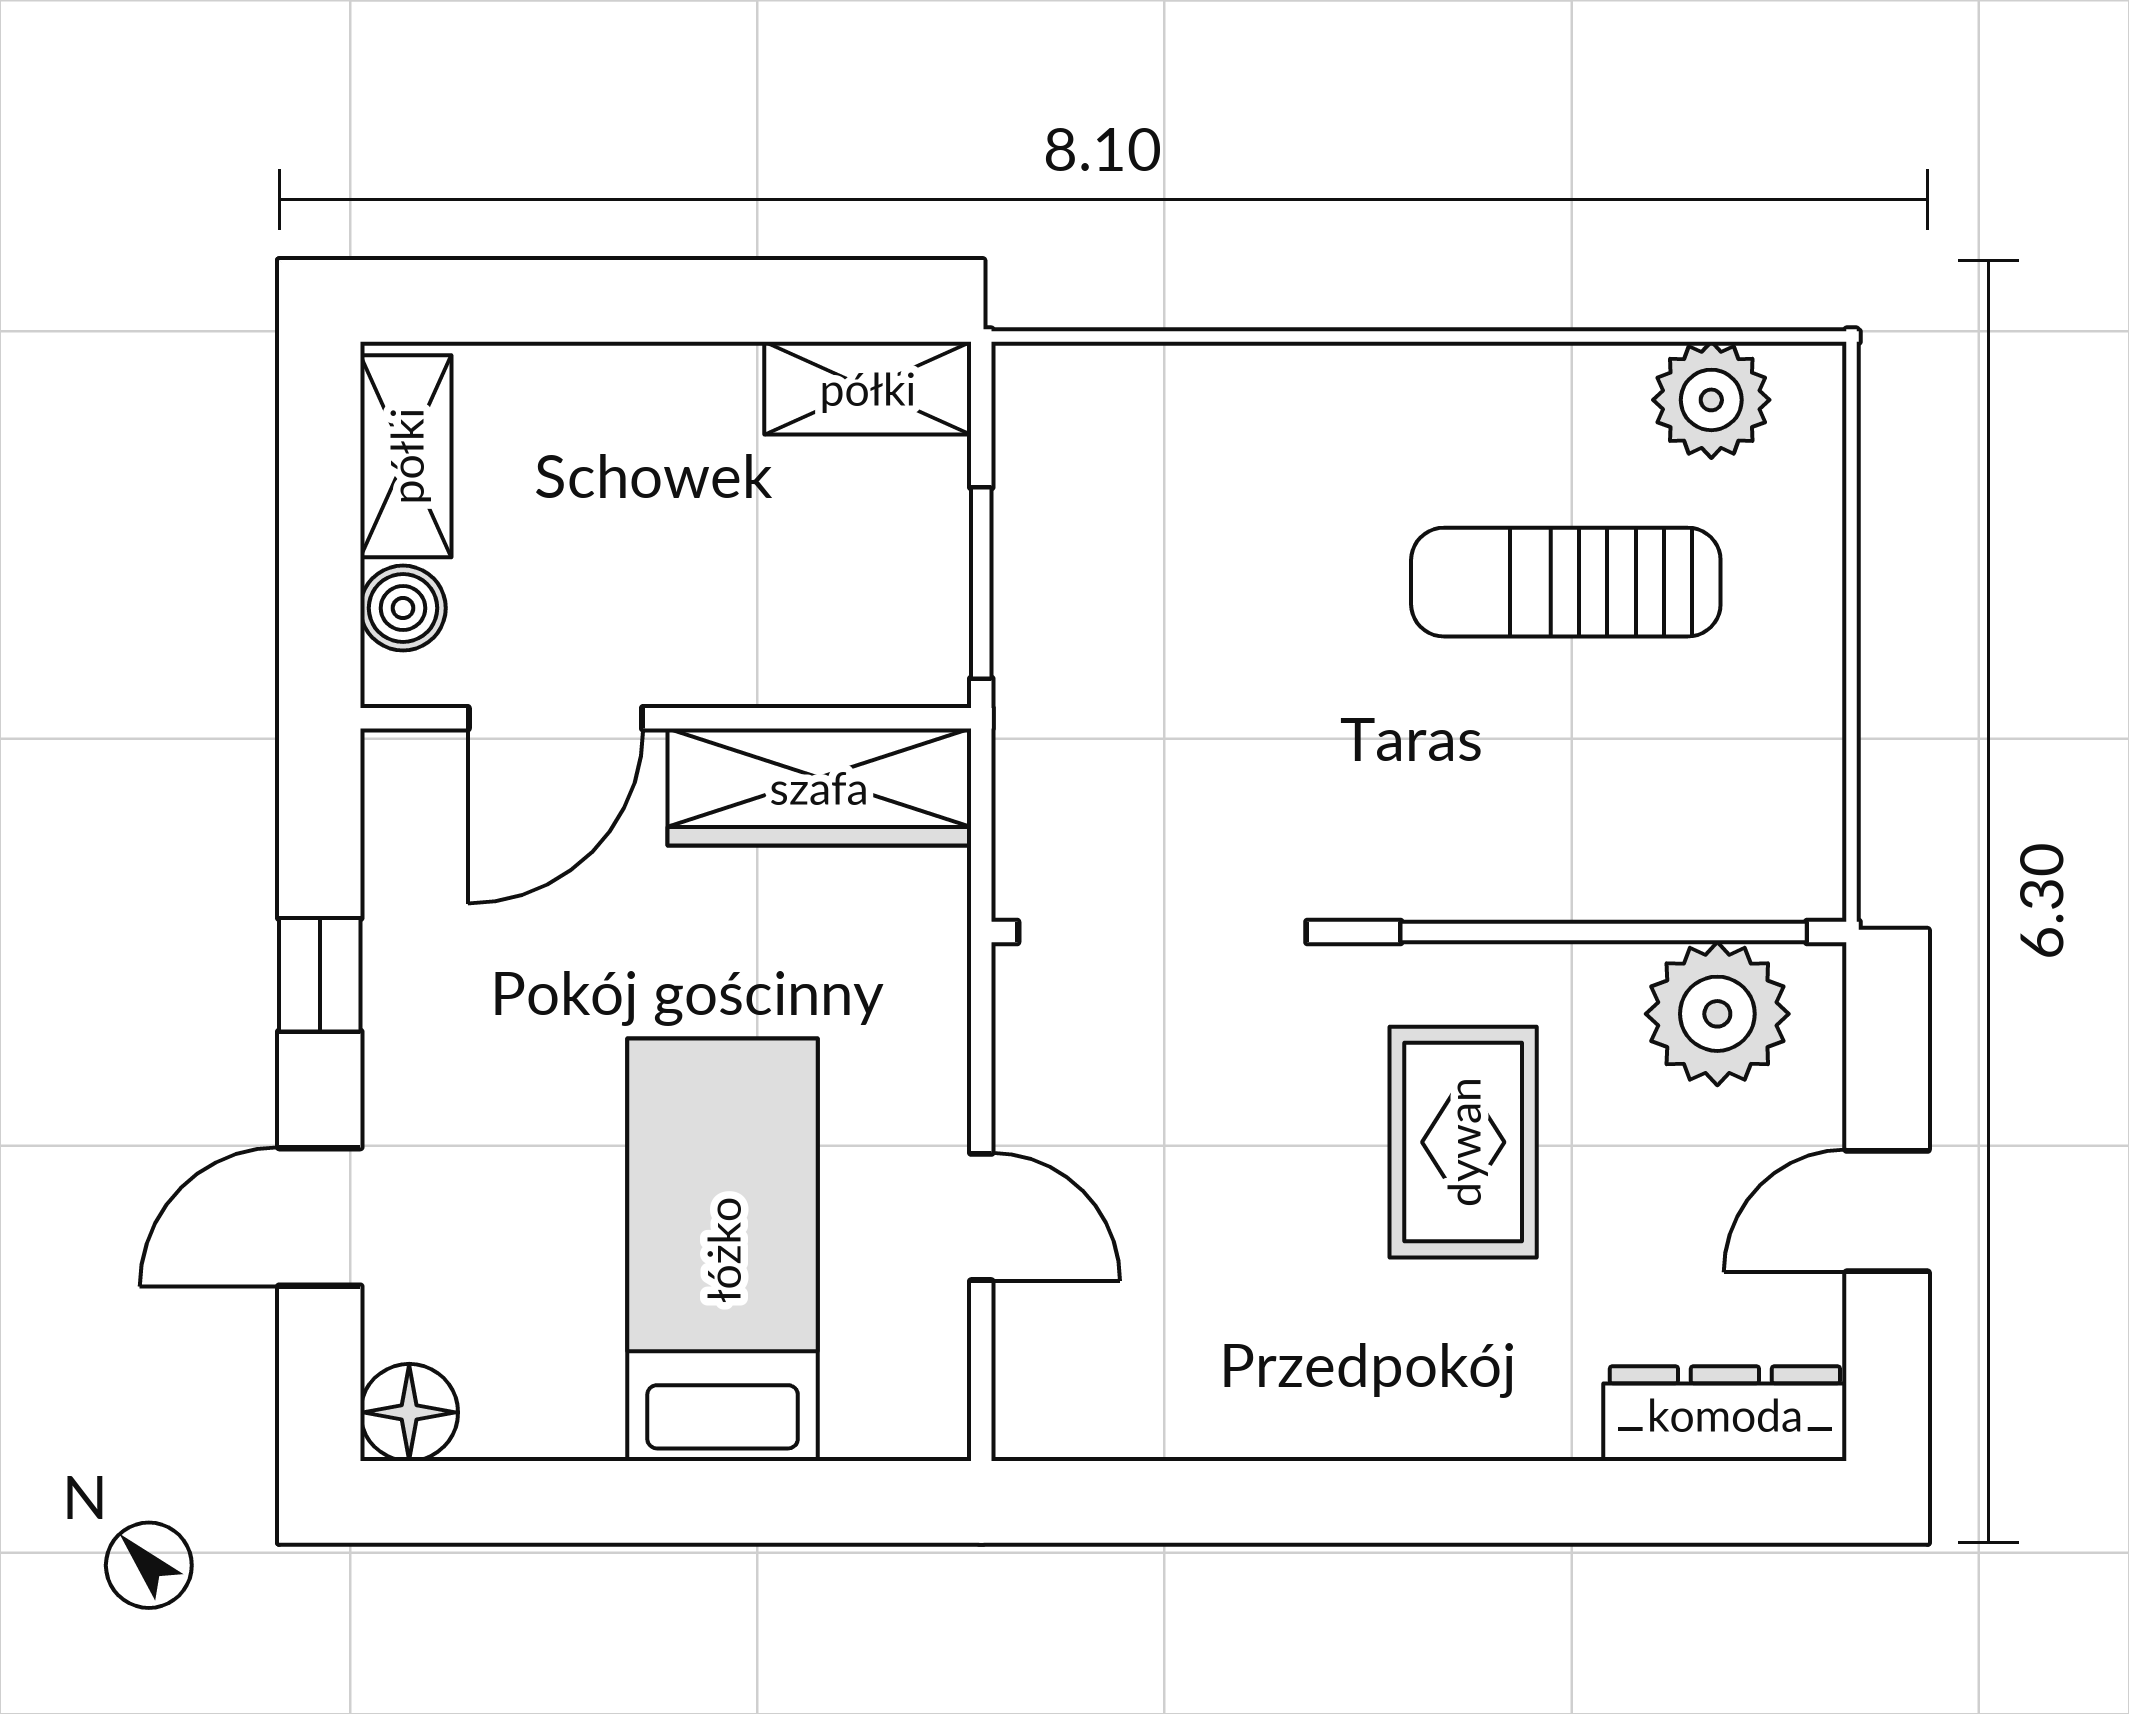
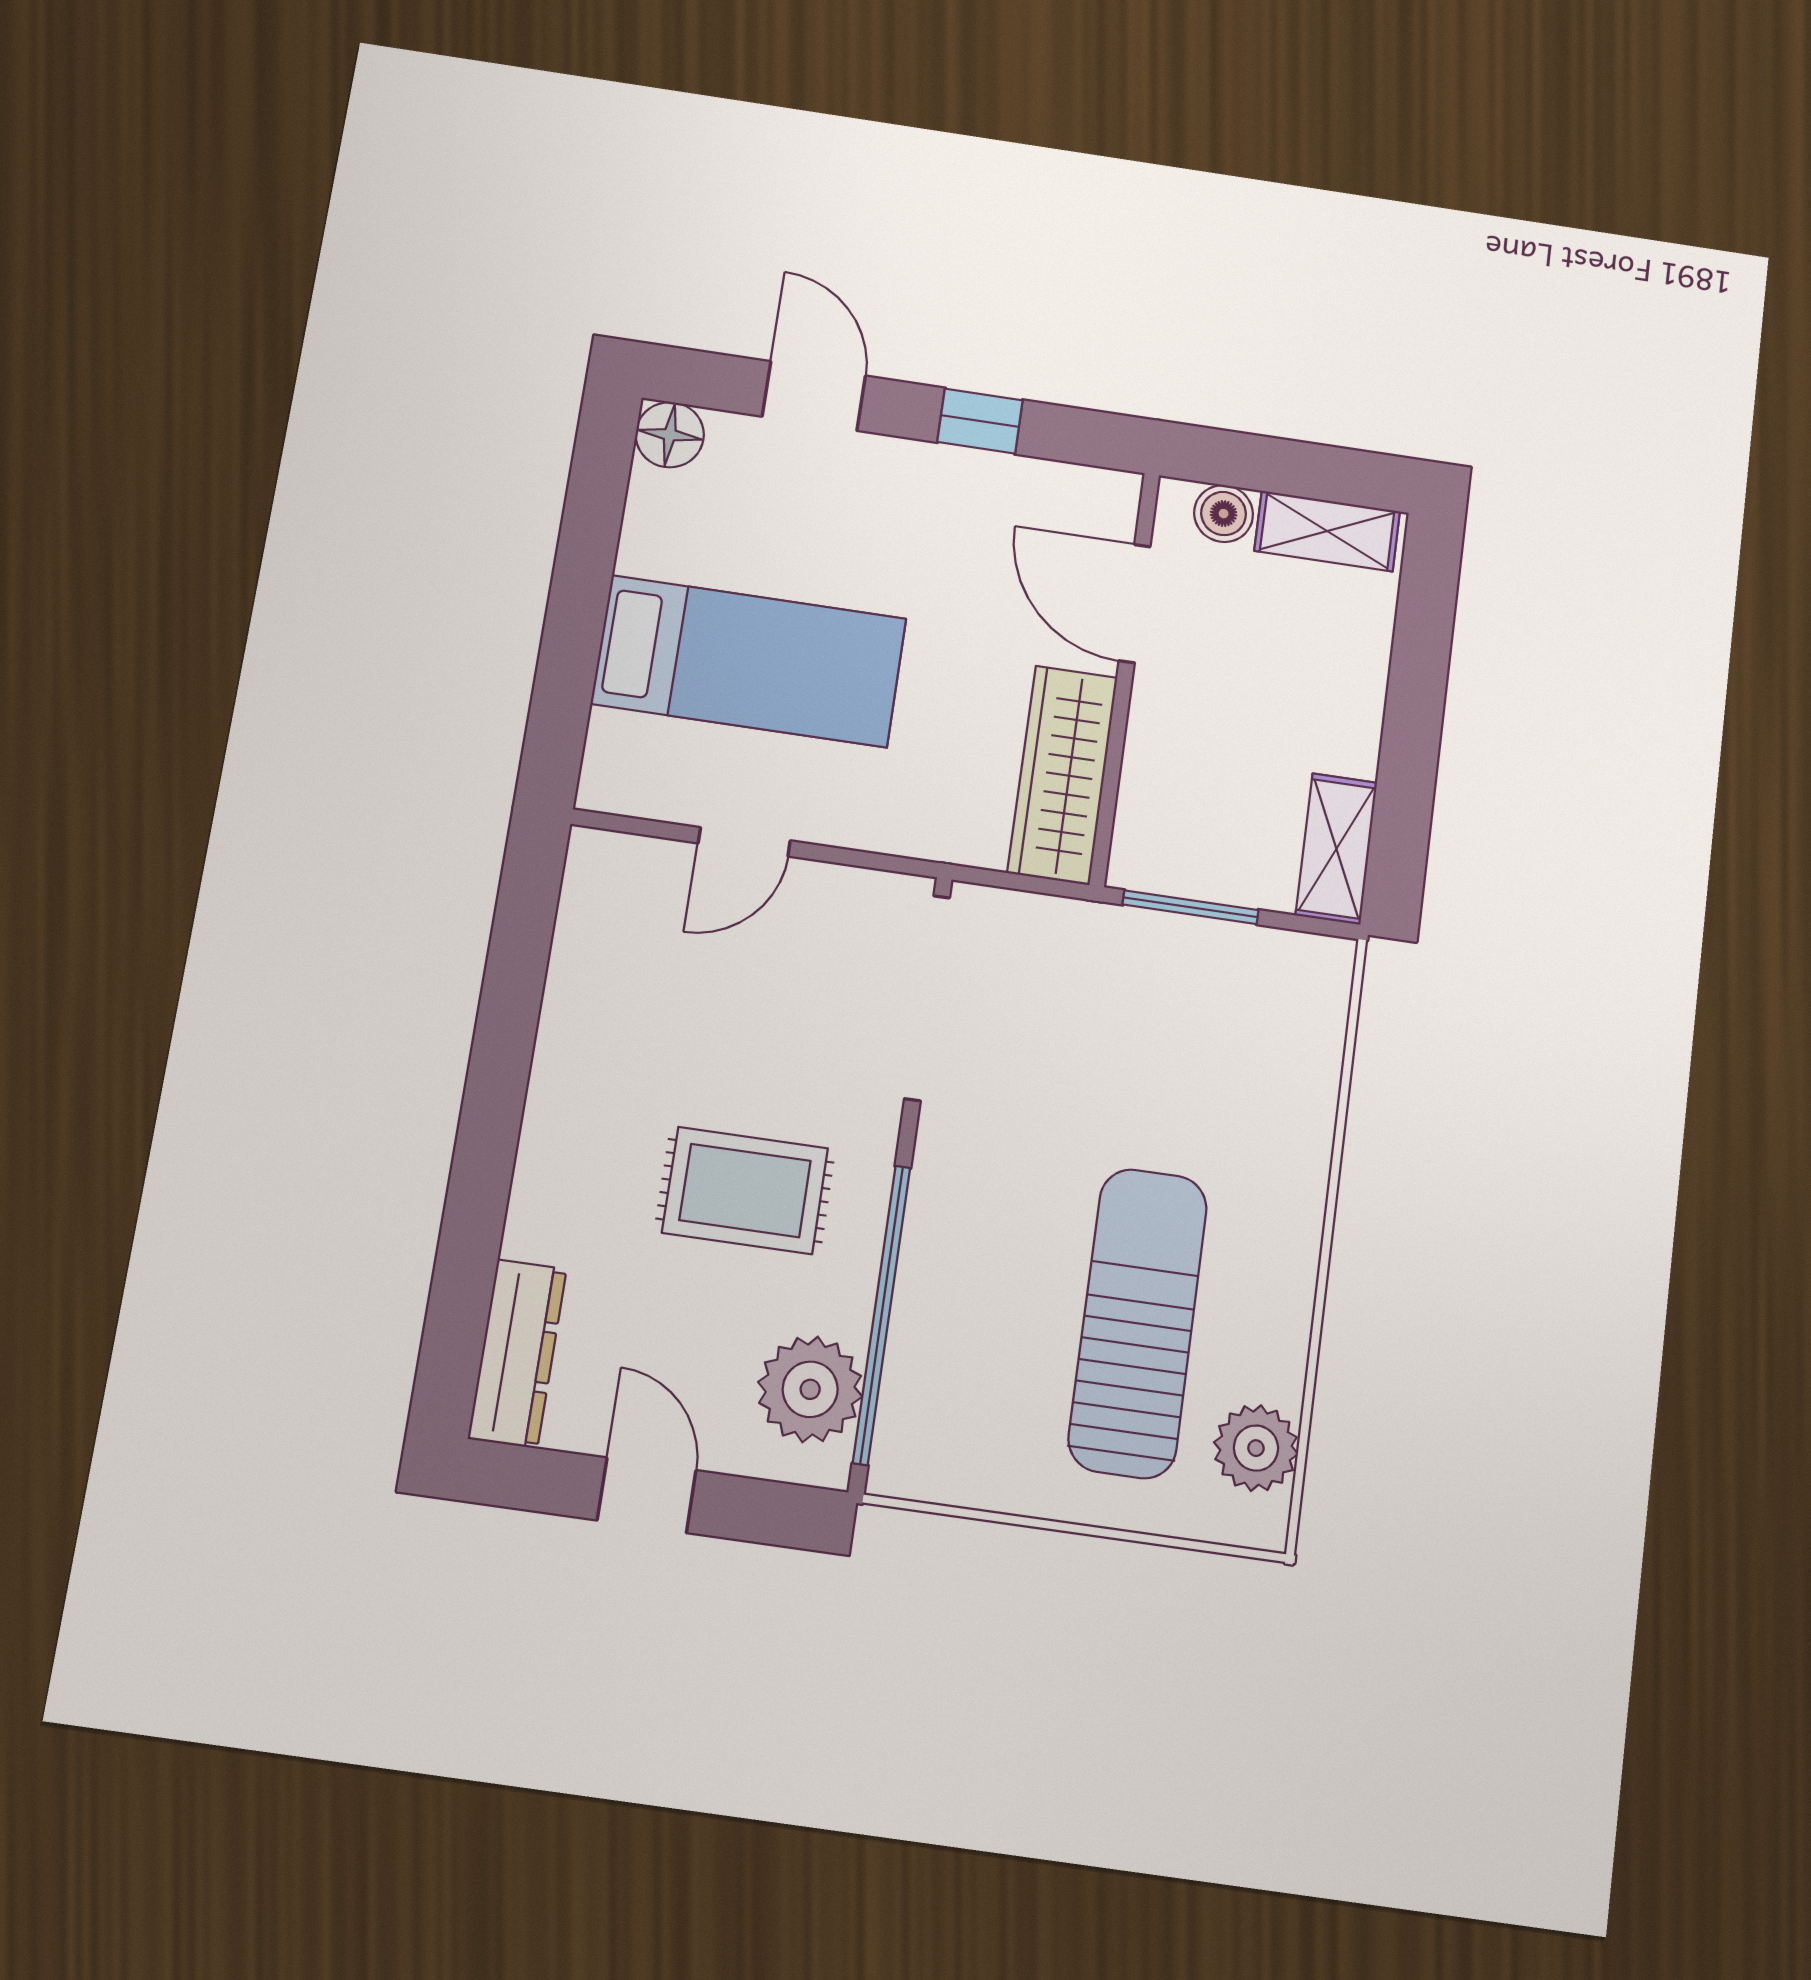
sun lounger: (1566, 582) -> (1138, 1323), width x1.36, depth x1.34

